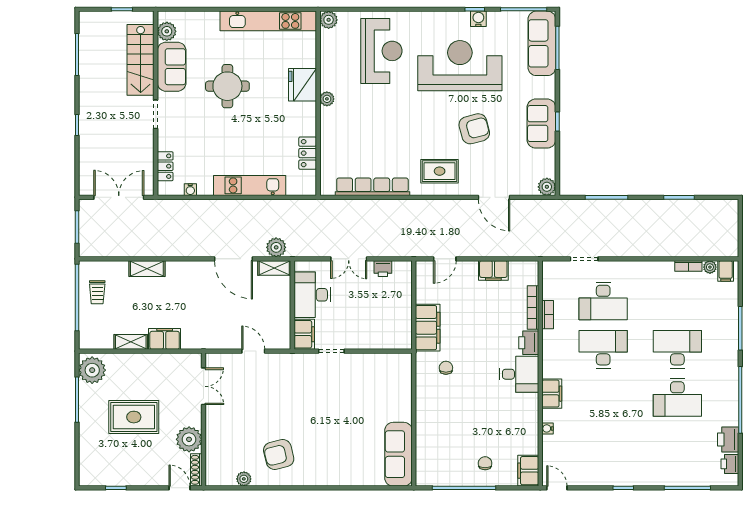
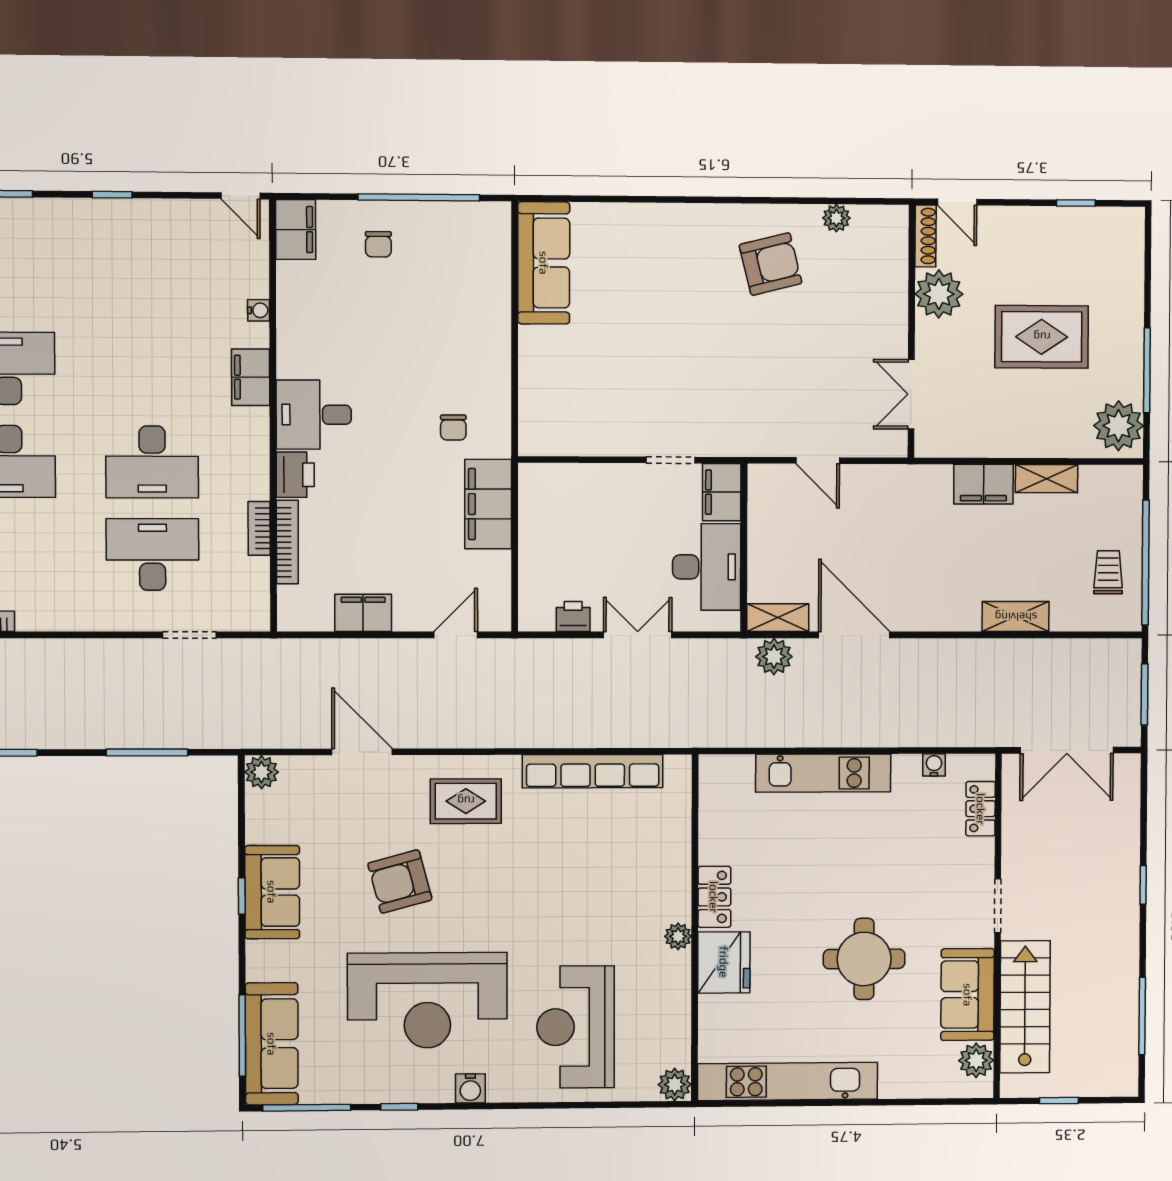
water cooler: (478, 19) -> (470, 1088), moved
locker: (308, 153) -> (714, 897), moved

